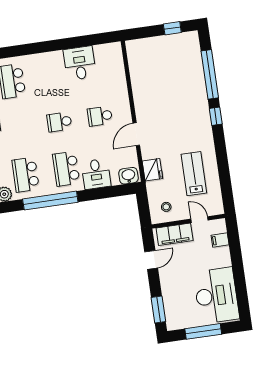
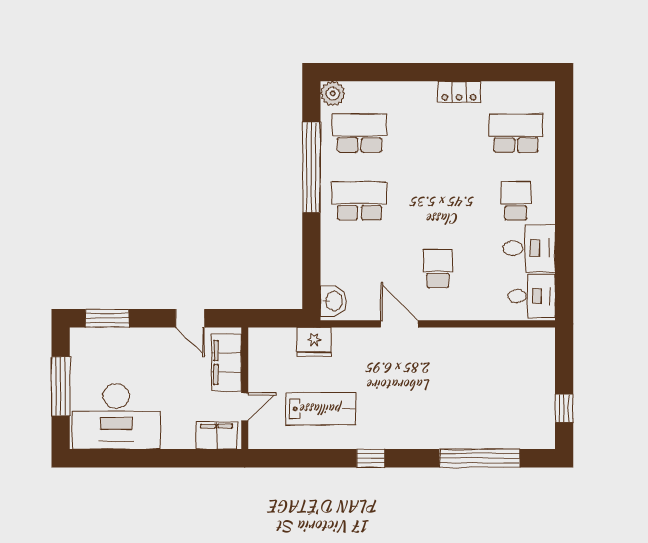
window: (216, 116) -> (371, 458), moved
school desk: (59, 122) -> (516, 201), moved
fridge: (152, 170) -> (314, 342), moved
desk: (96, 174) -> (532, 296), moved, turned 180
stool: (166, 207) -> (273, 355), removed
filing cabinet: (220, 240) -> (216, 436), width x2.00

